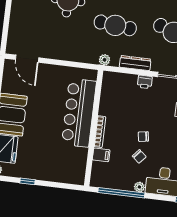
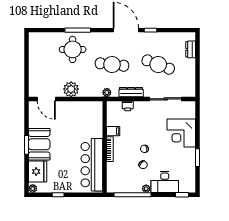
plant: (60, 50) -> (71, 89), added
printer: (145, 82) -> (128, 106), moved
bar counter: (79, 113) -> (92, 165), moved
filing cabinet: (101, 155) -> (113, 131), moved

